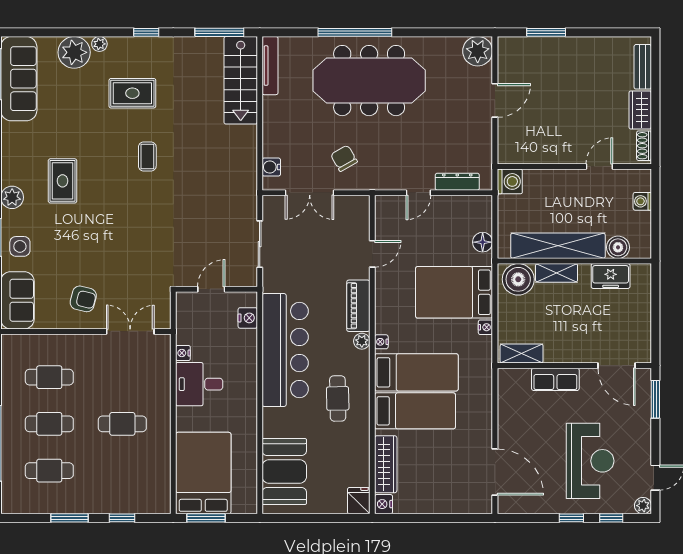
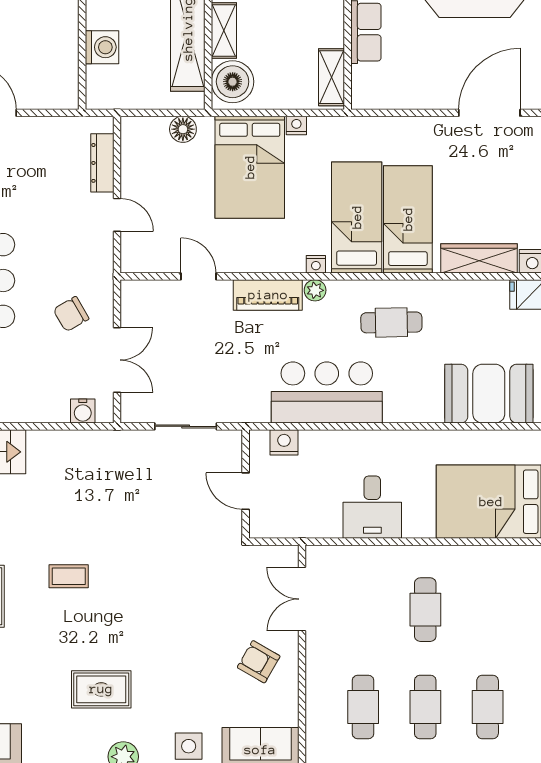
washing machine: (510, 181) -> (102, 47), moved, turned 90
armchair: (83, 299) -> (259, 662), turned -74
bar counter: (285, 350) -> (327, 392), width x0.73
nightstand: (183, 353) -> (331, 529), removed

